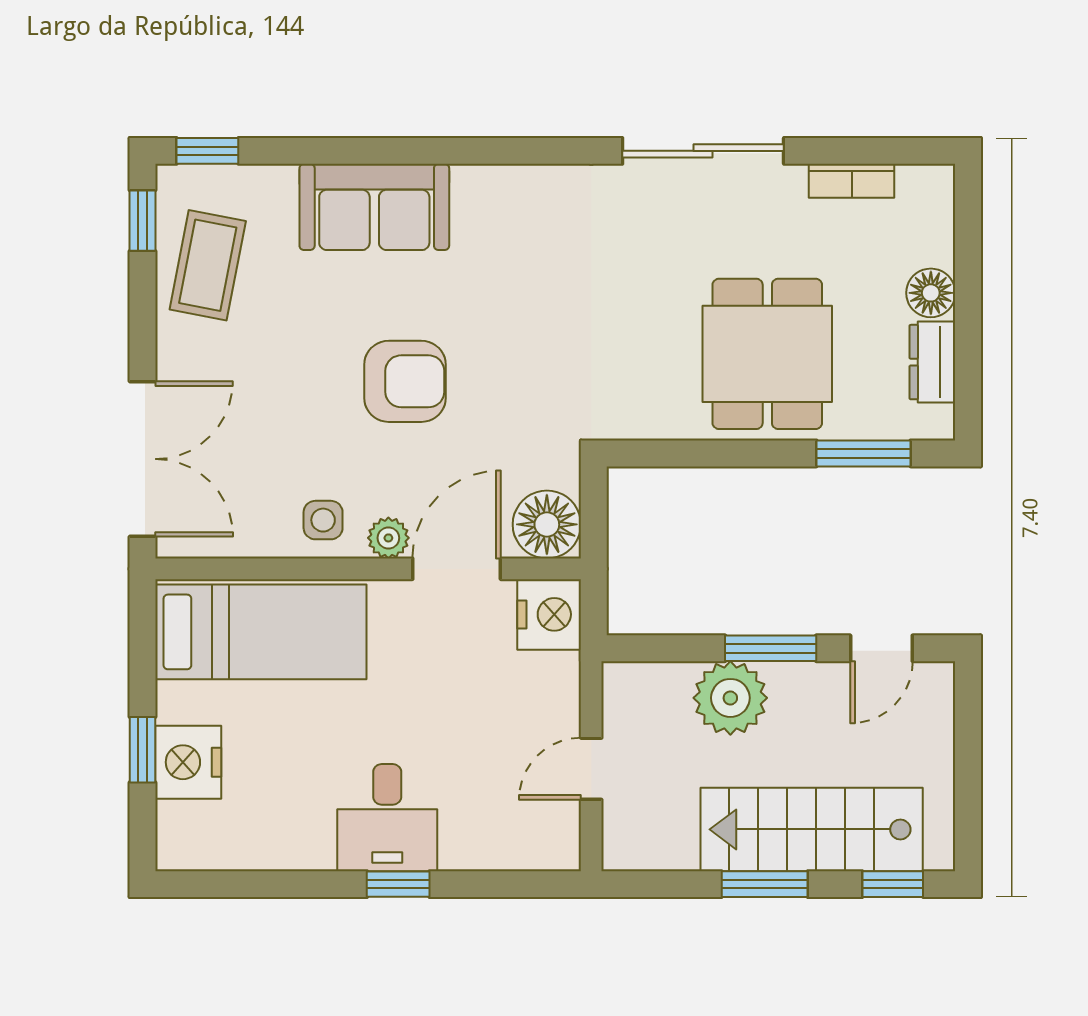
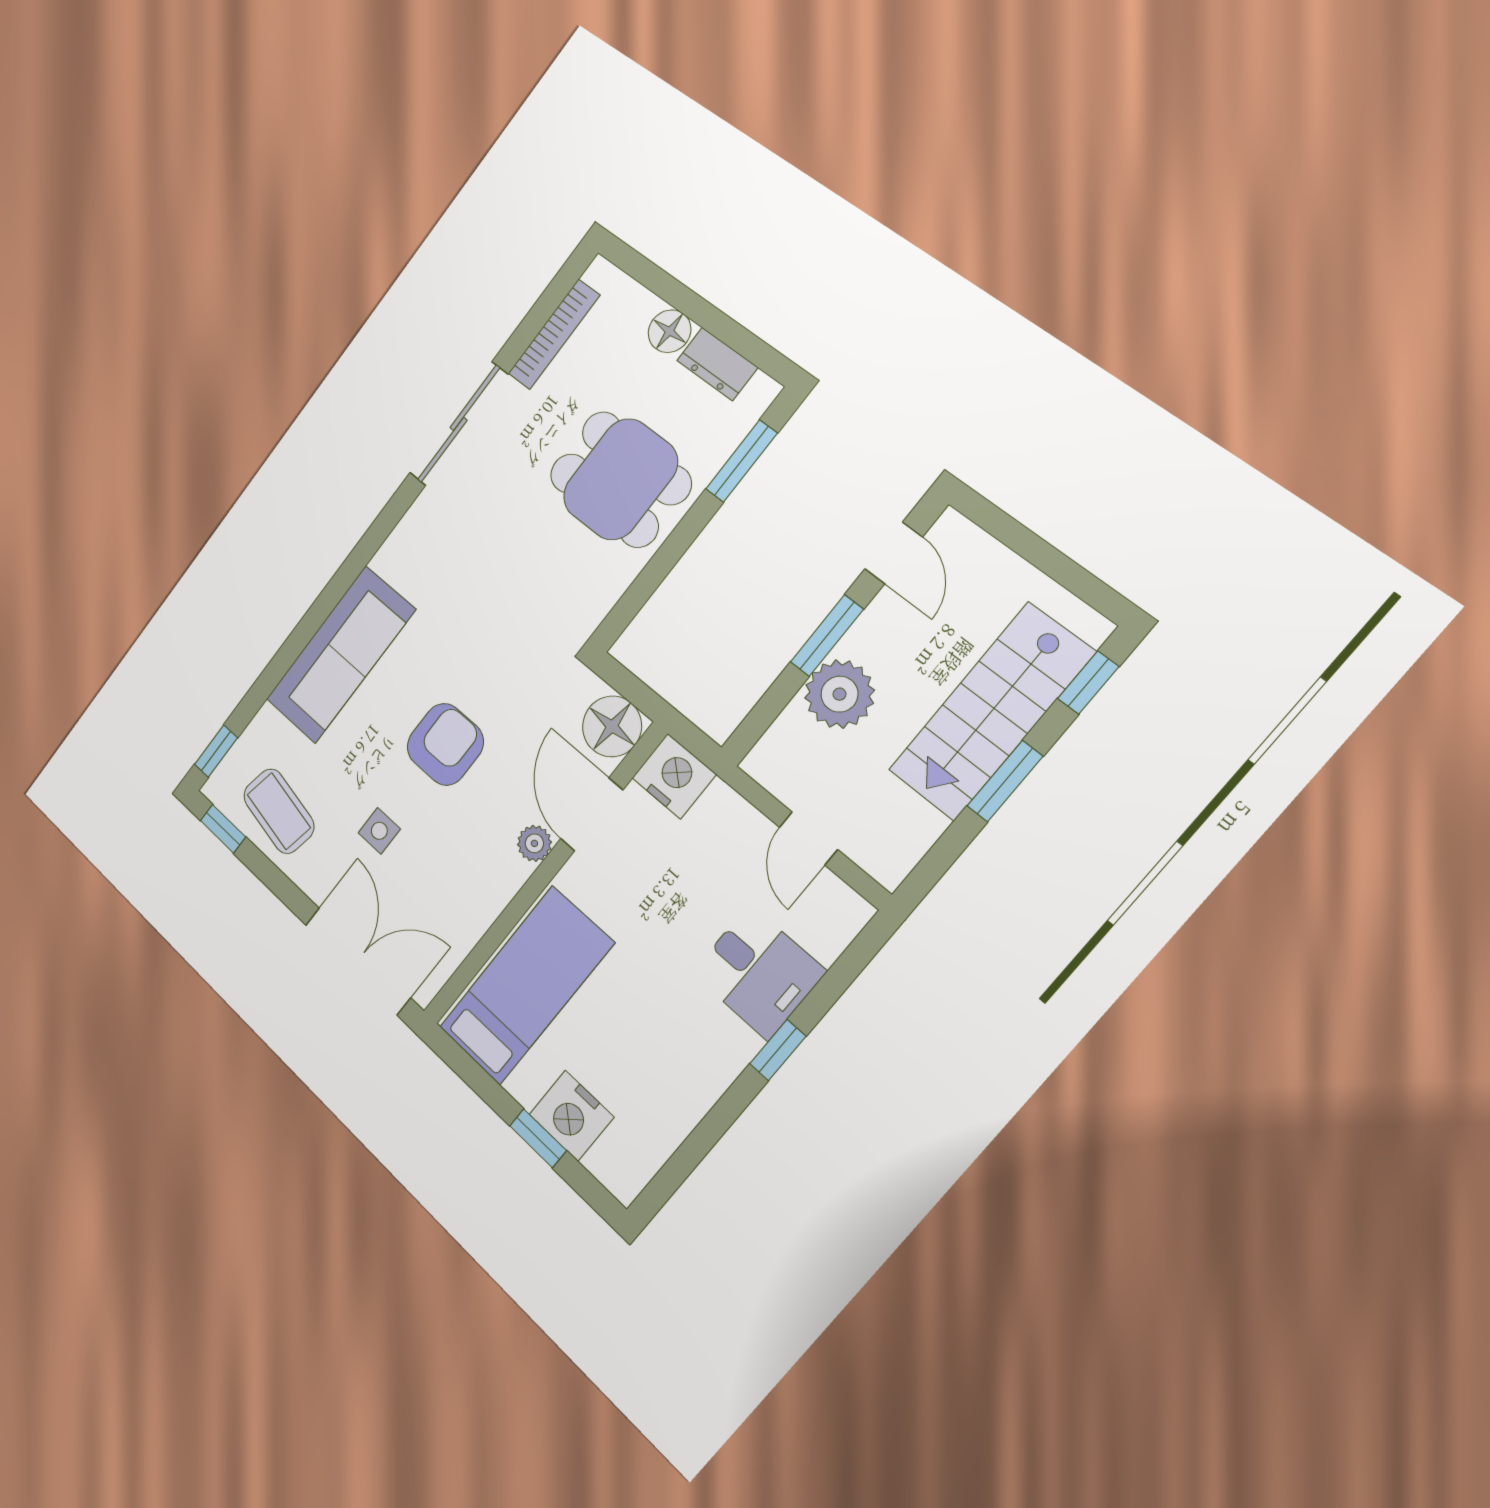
bookcase: (852, 181) -> (554, 334), width x1.56
sofa: (374, 207) -> (340, 655), width x1.36
side table: (323, 520) -> (379, 831), moved
desk: (387, 818) -> (759, 972), moved

